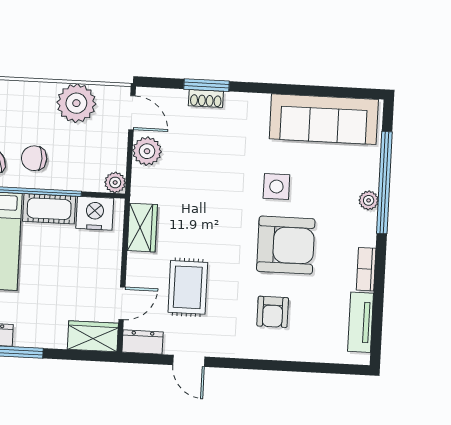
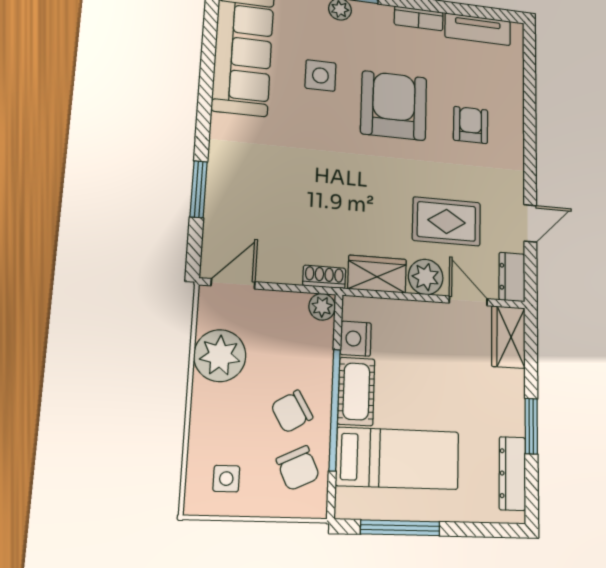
shoe rack: (206, 99) -> (324, 277), moved, turned -90
plant: (147, 151) -> (426, 277), moved
chair: (34, 158) -> (292, 411), turned 59
side table: (276, 187) -> (320, 75), moved
nightstand: (95, 213) -> (356, 339), width x0.74, depth x0.75
armchair: (273, 312) -> (471, 125), turned -90

